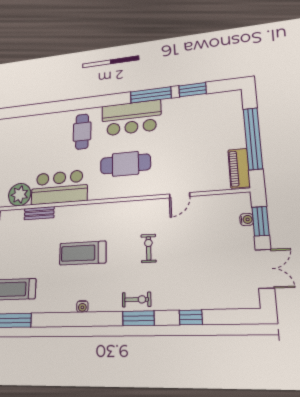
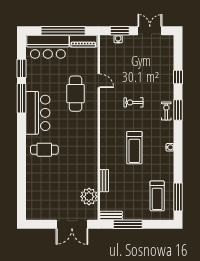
cafe table: (125, 164) -> (76, 94), moved
bar counter: (59, 187) -> (48, 47), moved, turned -90

